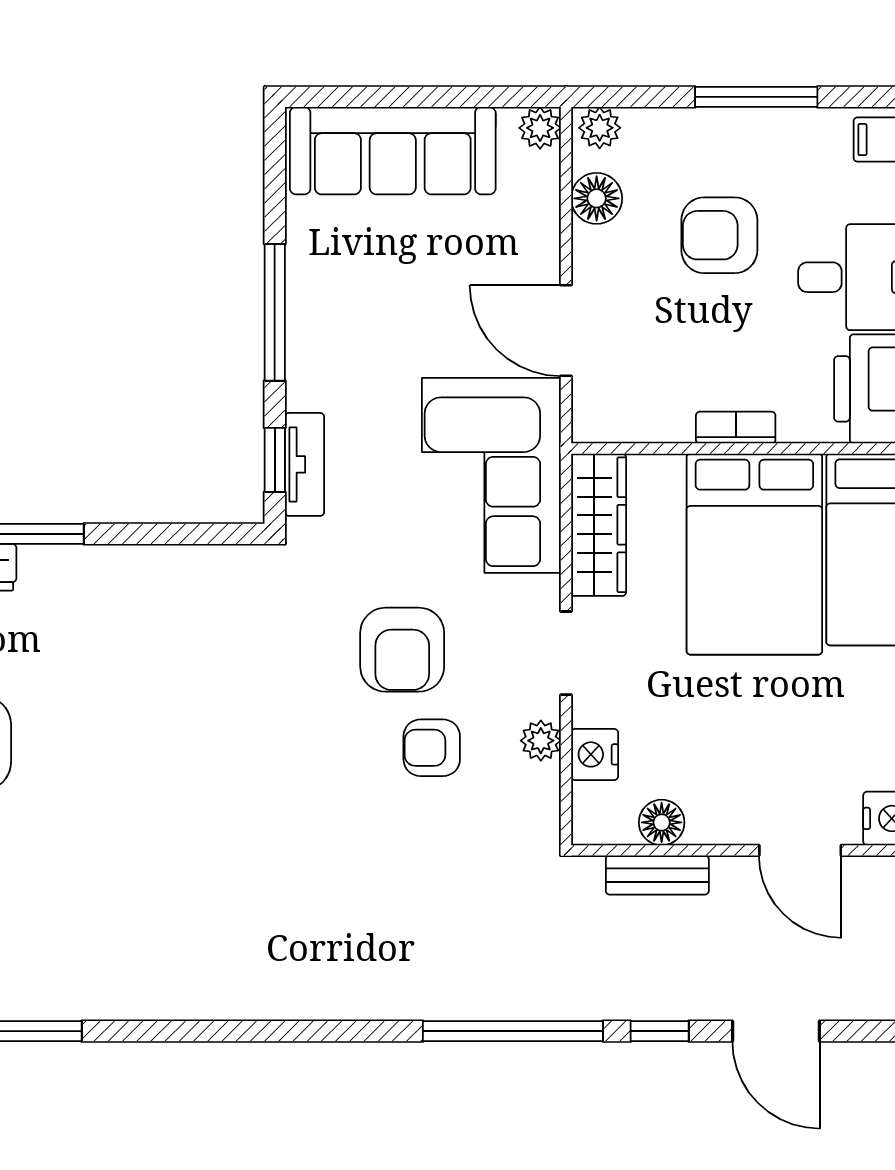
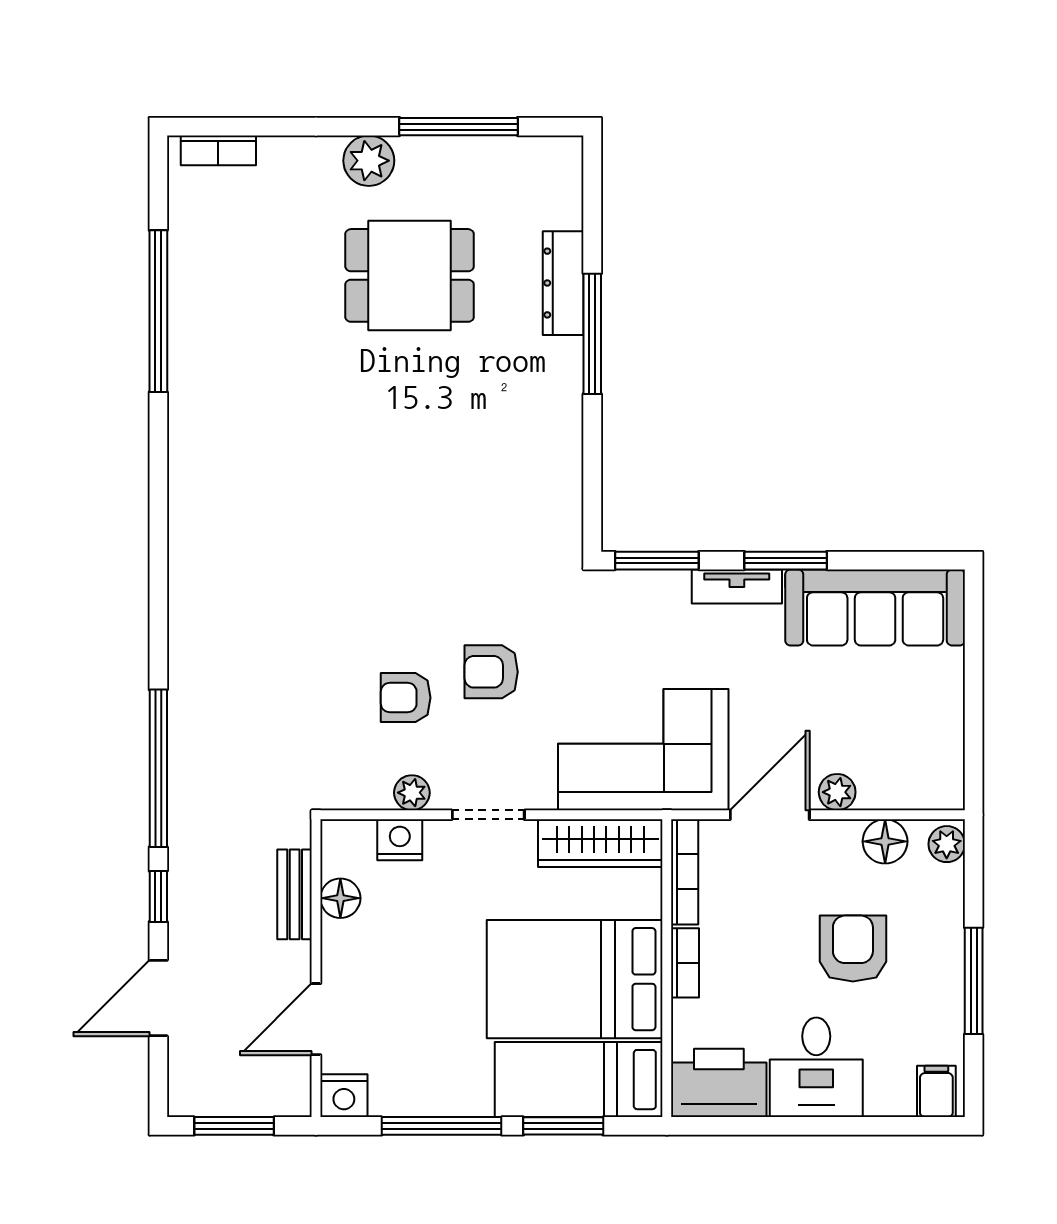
plant: (540, 128) -> (837, 792), moved
sofa: (393, 151) -> (875, 607), moved, turned -90
window: (275, 312) -> (786, 561), width x0.69
bookcase: (631, 428) -> (685, 872), added
window: (275, 460) -> (657, 561), width x1.50
tv unit: (304, 464) -> (737, 586), moved
armchair: (402, 650) -> (491, 672), width x0.72, depth x0.72
armchair: (432, 748) -> (406, 698), turned -90

